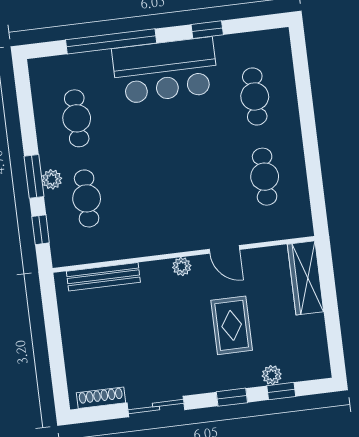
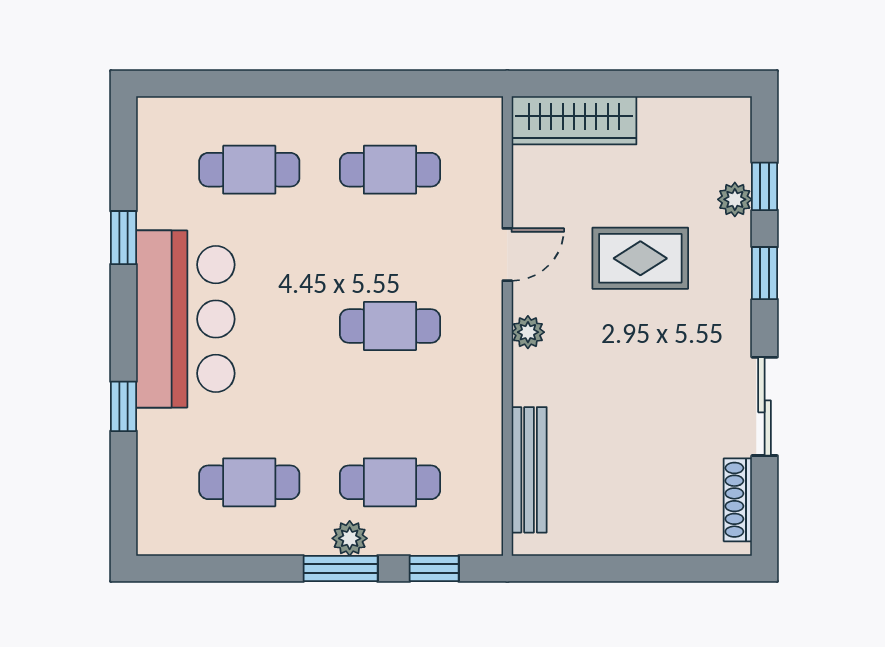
window: (111, 41) -> (124, 406), width x0.32
cafe table: (176, 188) -> (390, 326), added

